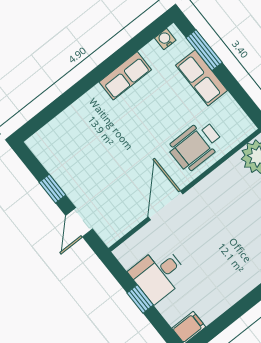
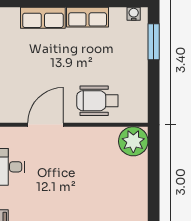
row of seats: (202, 78) -> (43, 18), moved, turned -90

